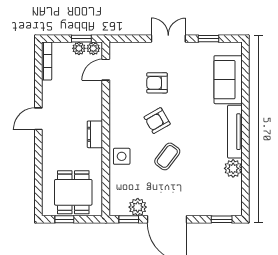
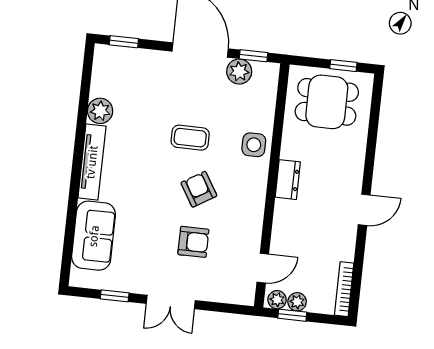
armchair: (157, 121) -> (199, 189), turned -91
coffee table: (167, 156) -> (190, 138), turned 53
dining table: (73, 192) -> (327, 102), turned 90

